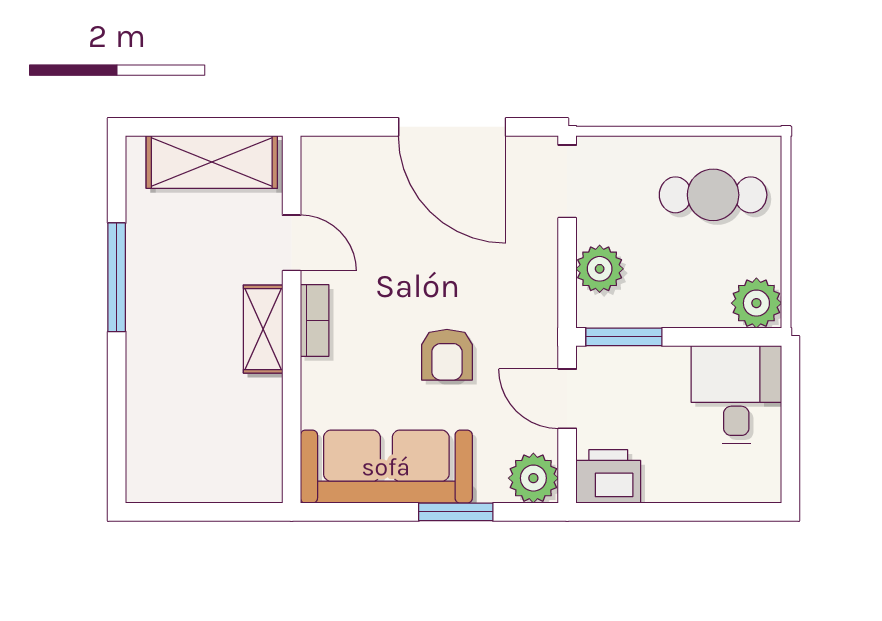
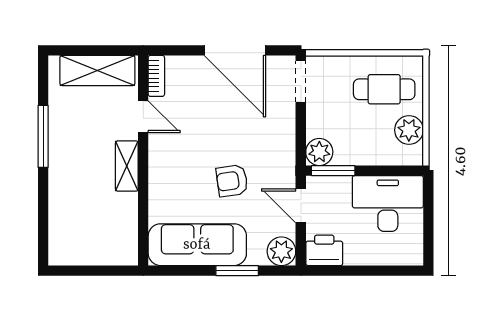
plant: (600, 269) -> (319, 152), moved
plant: (756, 303) -> (409, 130), moved
bookcase: (315, 321) -> (156, 76), moved
armchair: (447, 355) -> (232, 181), turned 82
desk: (736, 394) -> (388, 203), width x1.37

